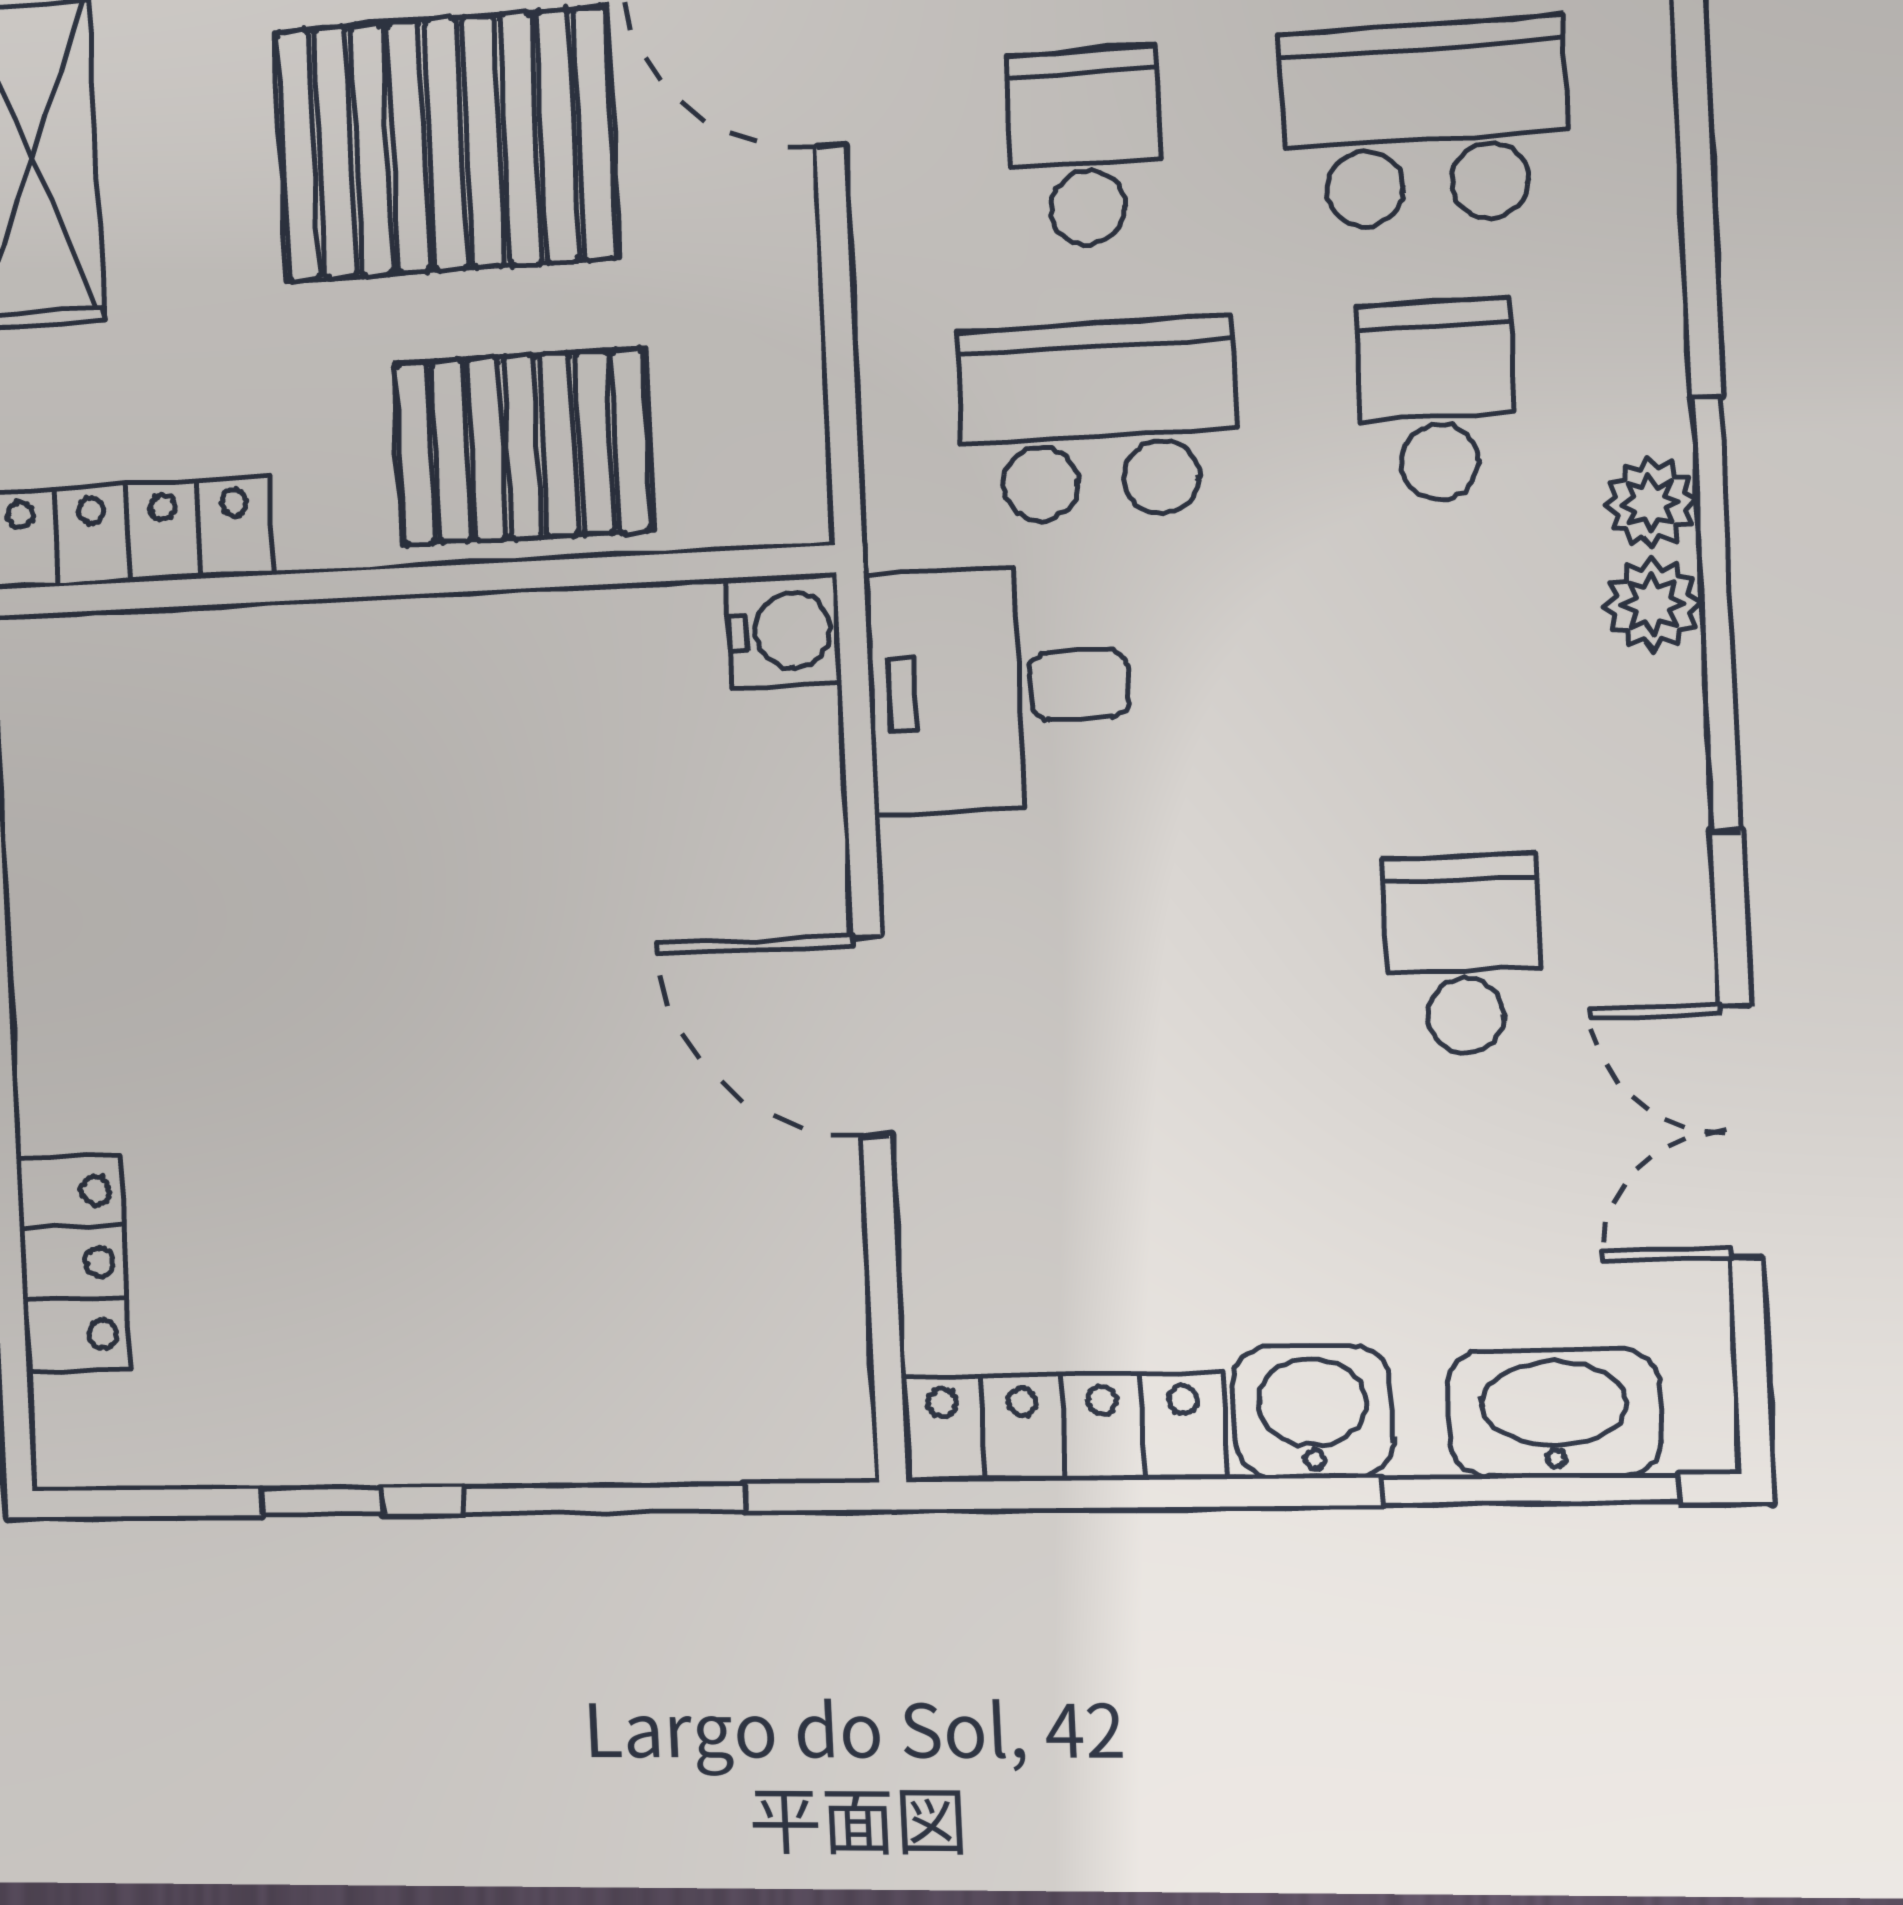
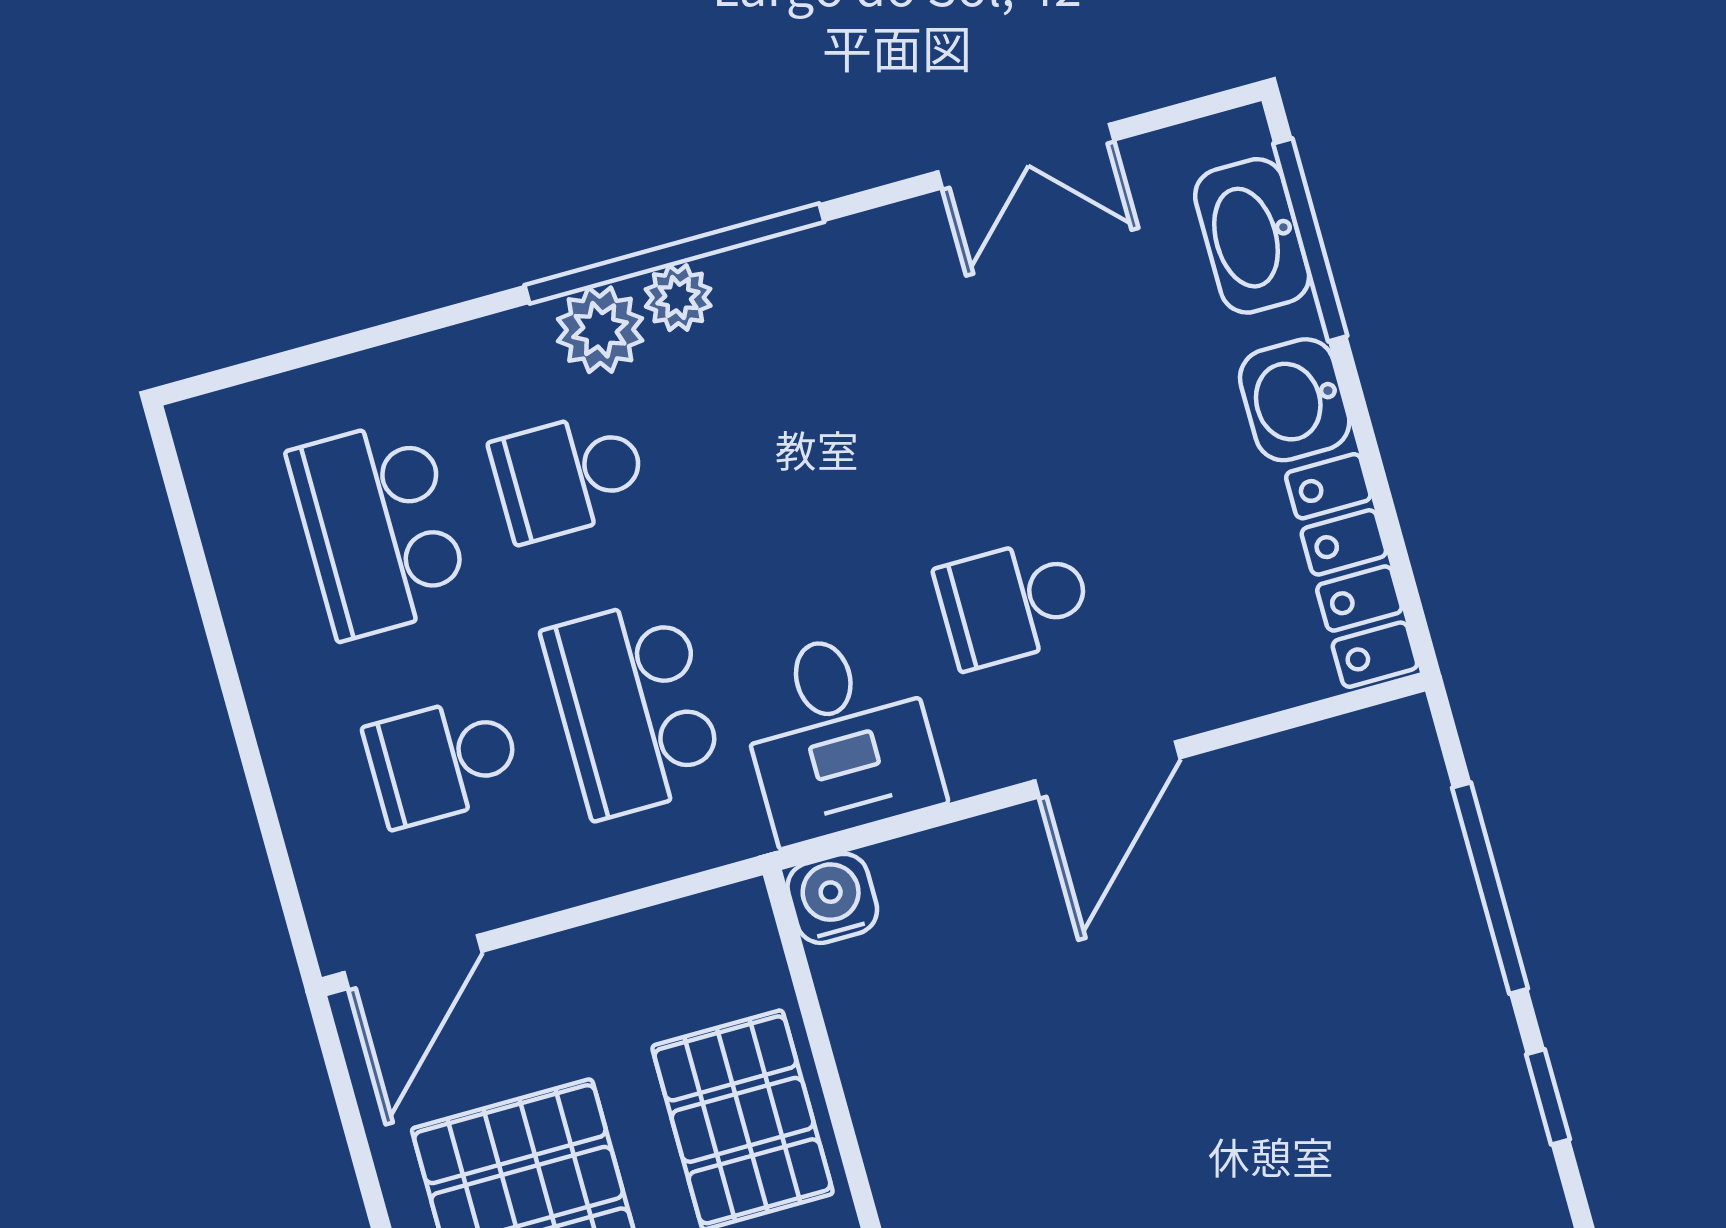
plant: (1651, 503) -> (600, 330), width x1.38, depth x1.38
school desk: (1463, 955) -> (1014, 602), moved

